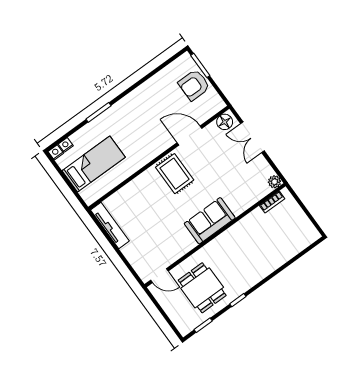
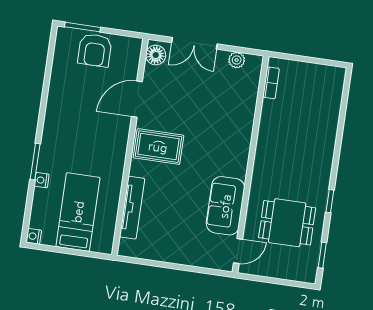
nightstand: (66, 145) -> (42, 180), moved
plant: (275, 182) -> (237, 60), moved
sofa: (210, 221) -> (225, 206), moved
tv unit: (110, 226) -> (132, 208), moved, turned 90

